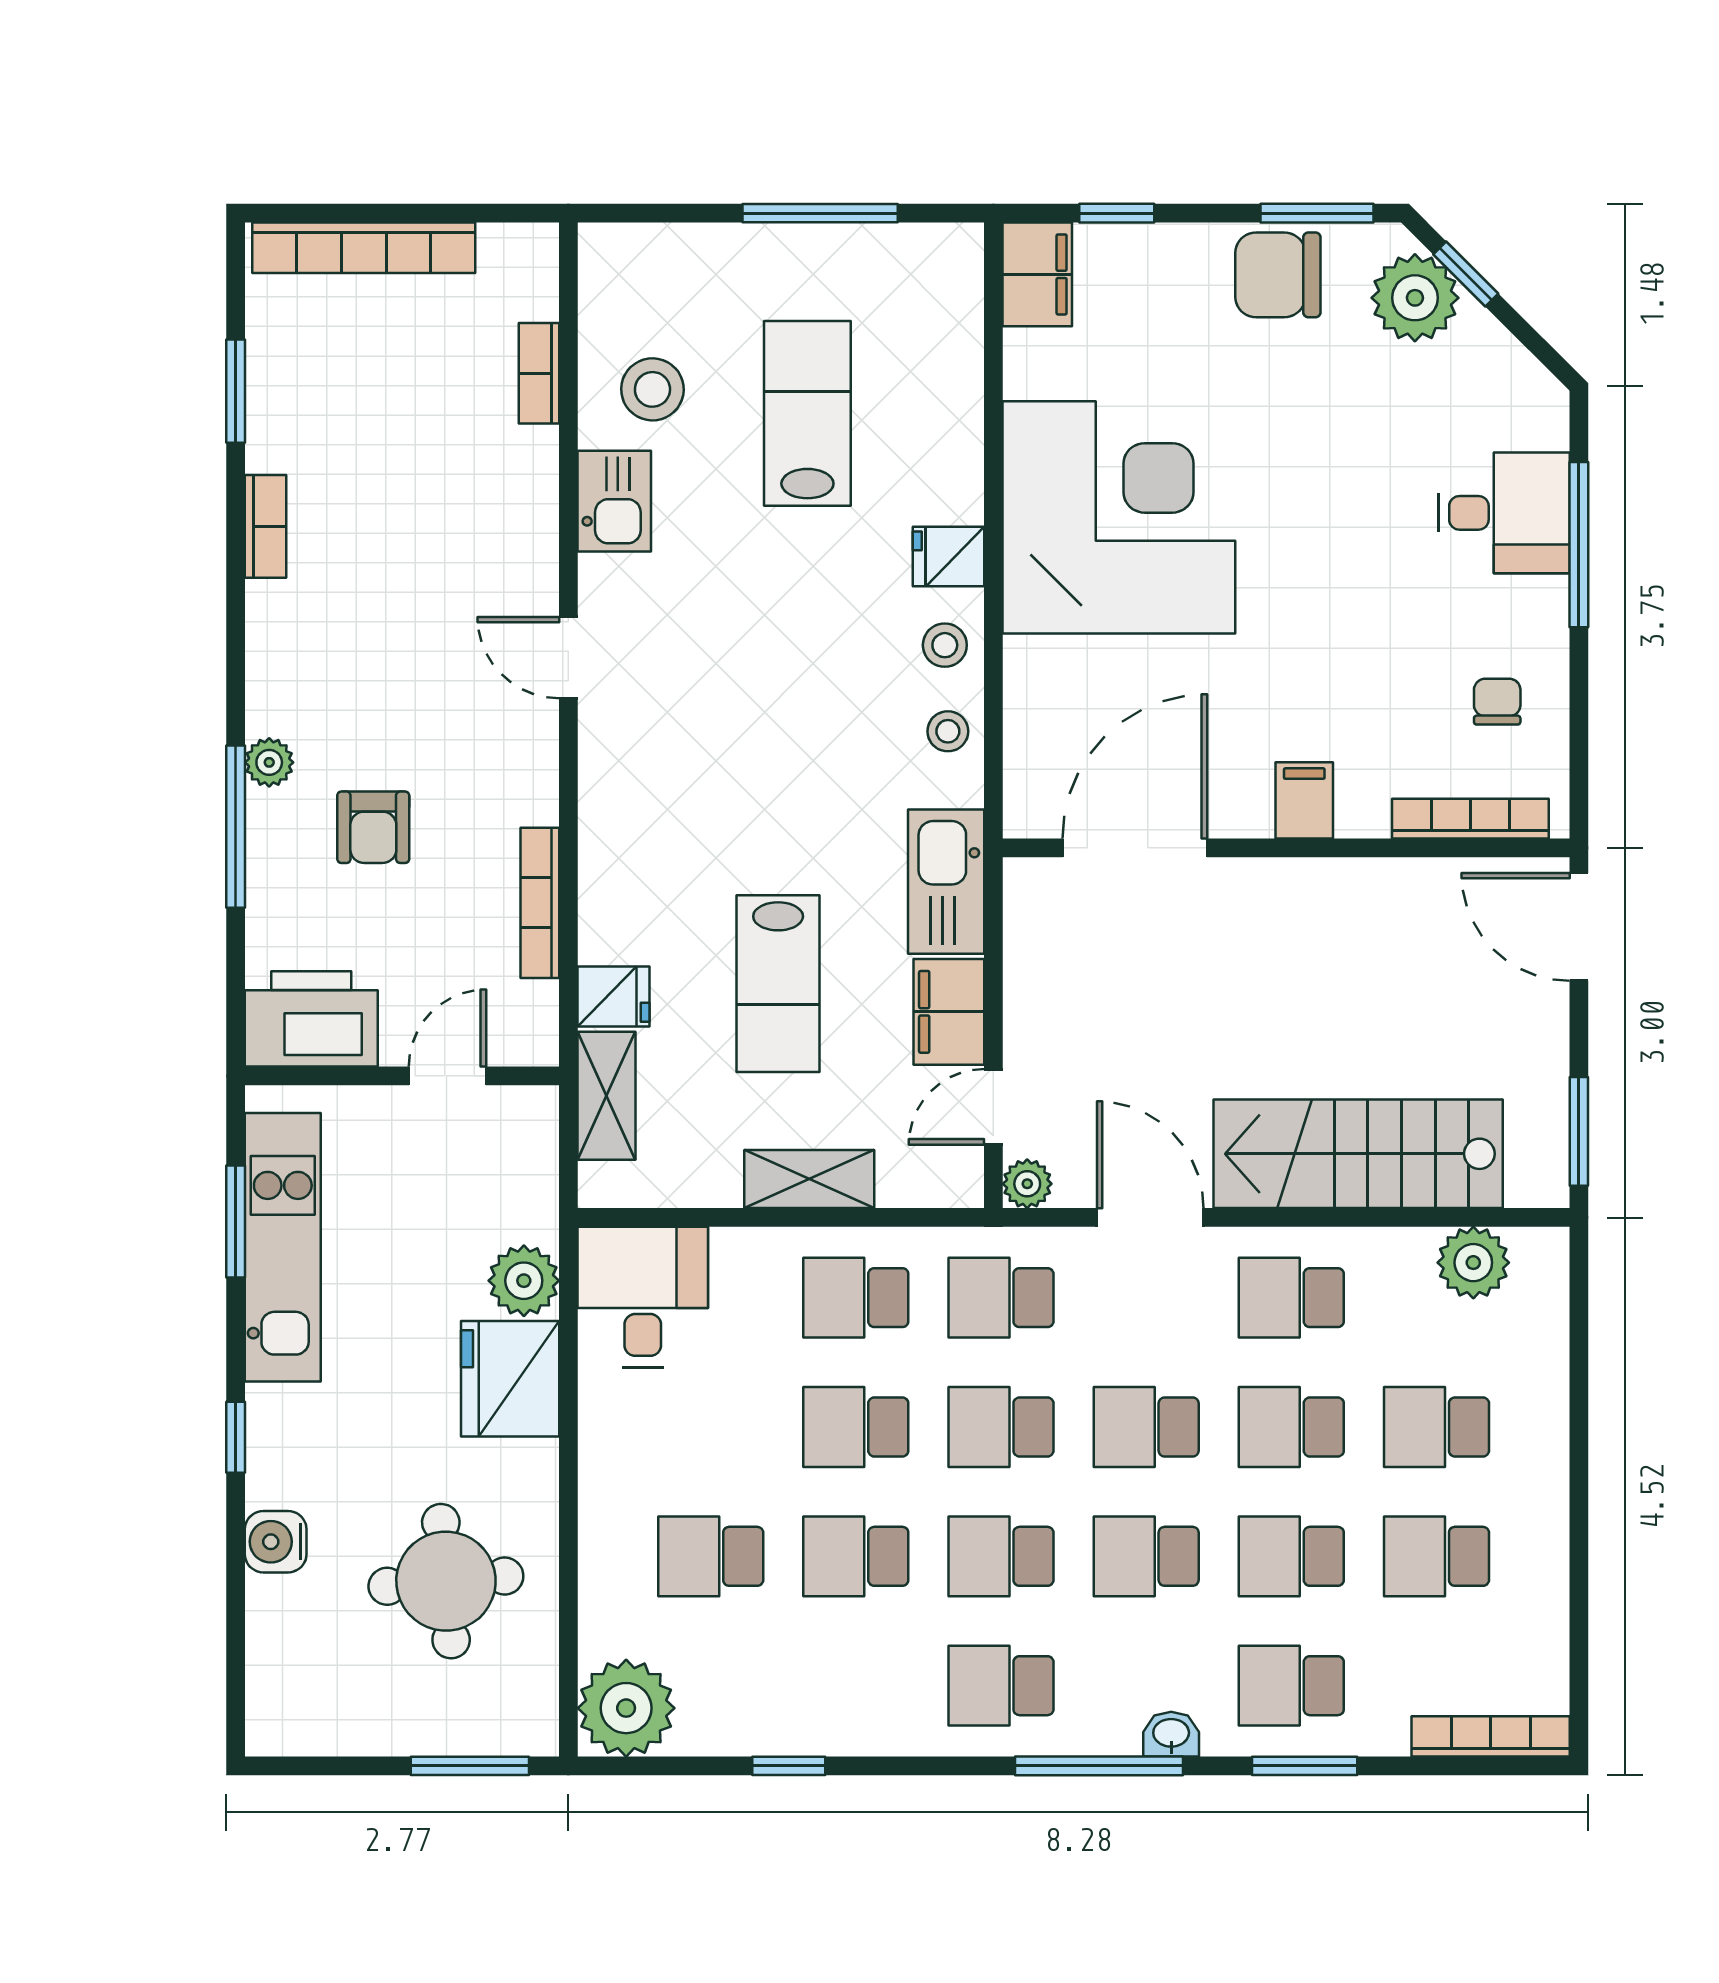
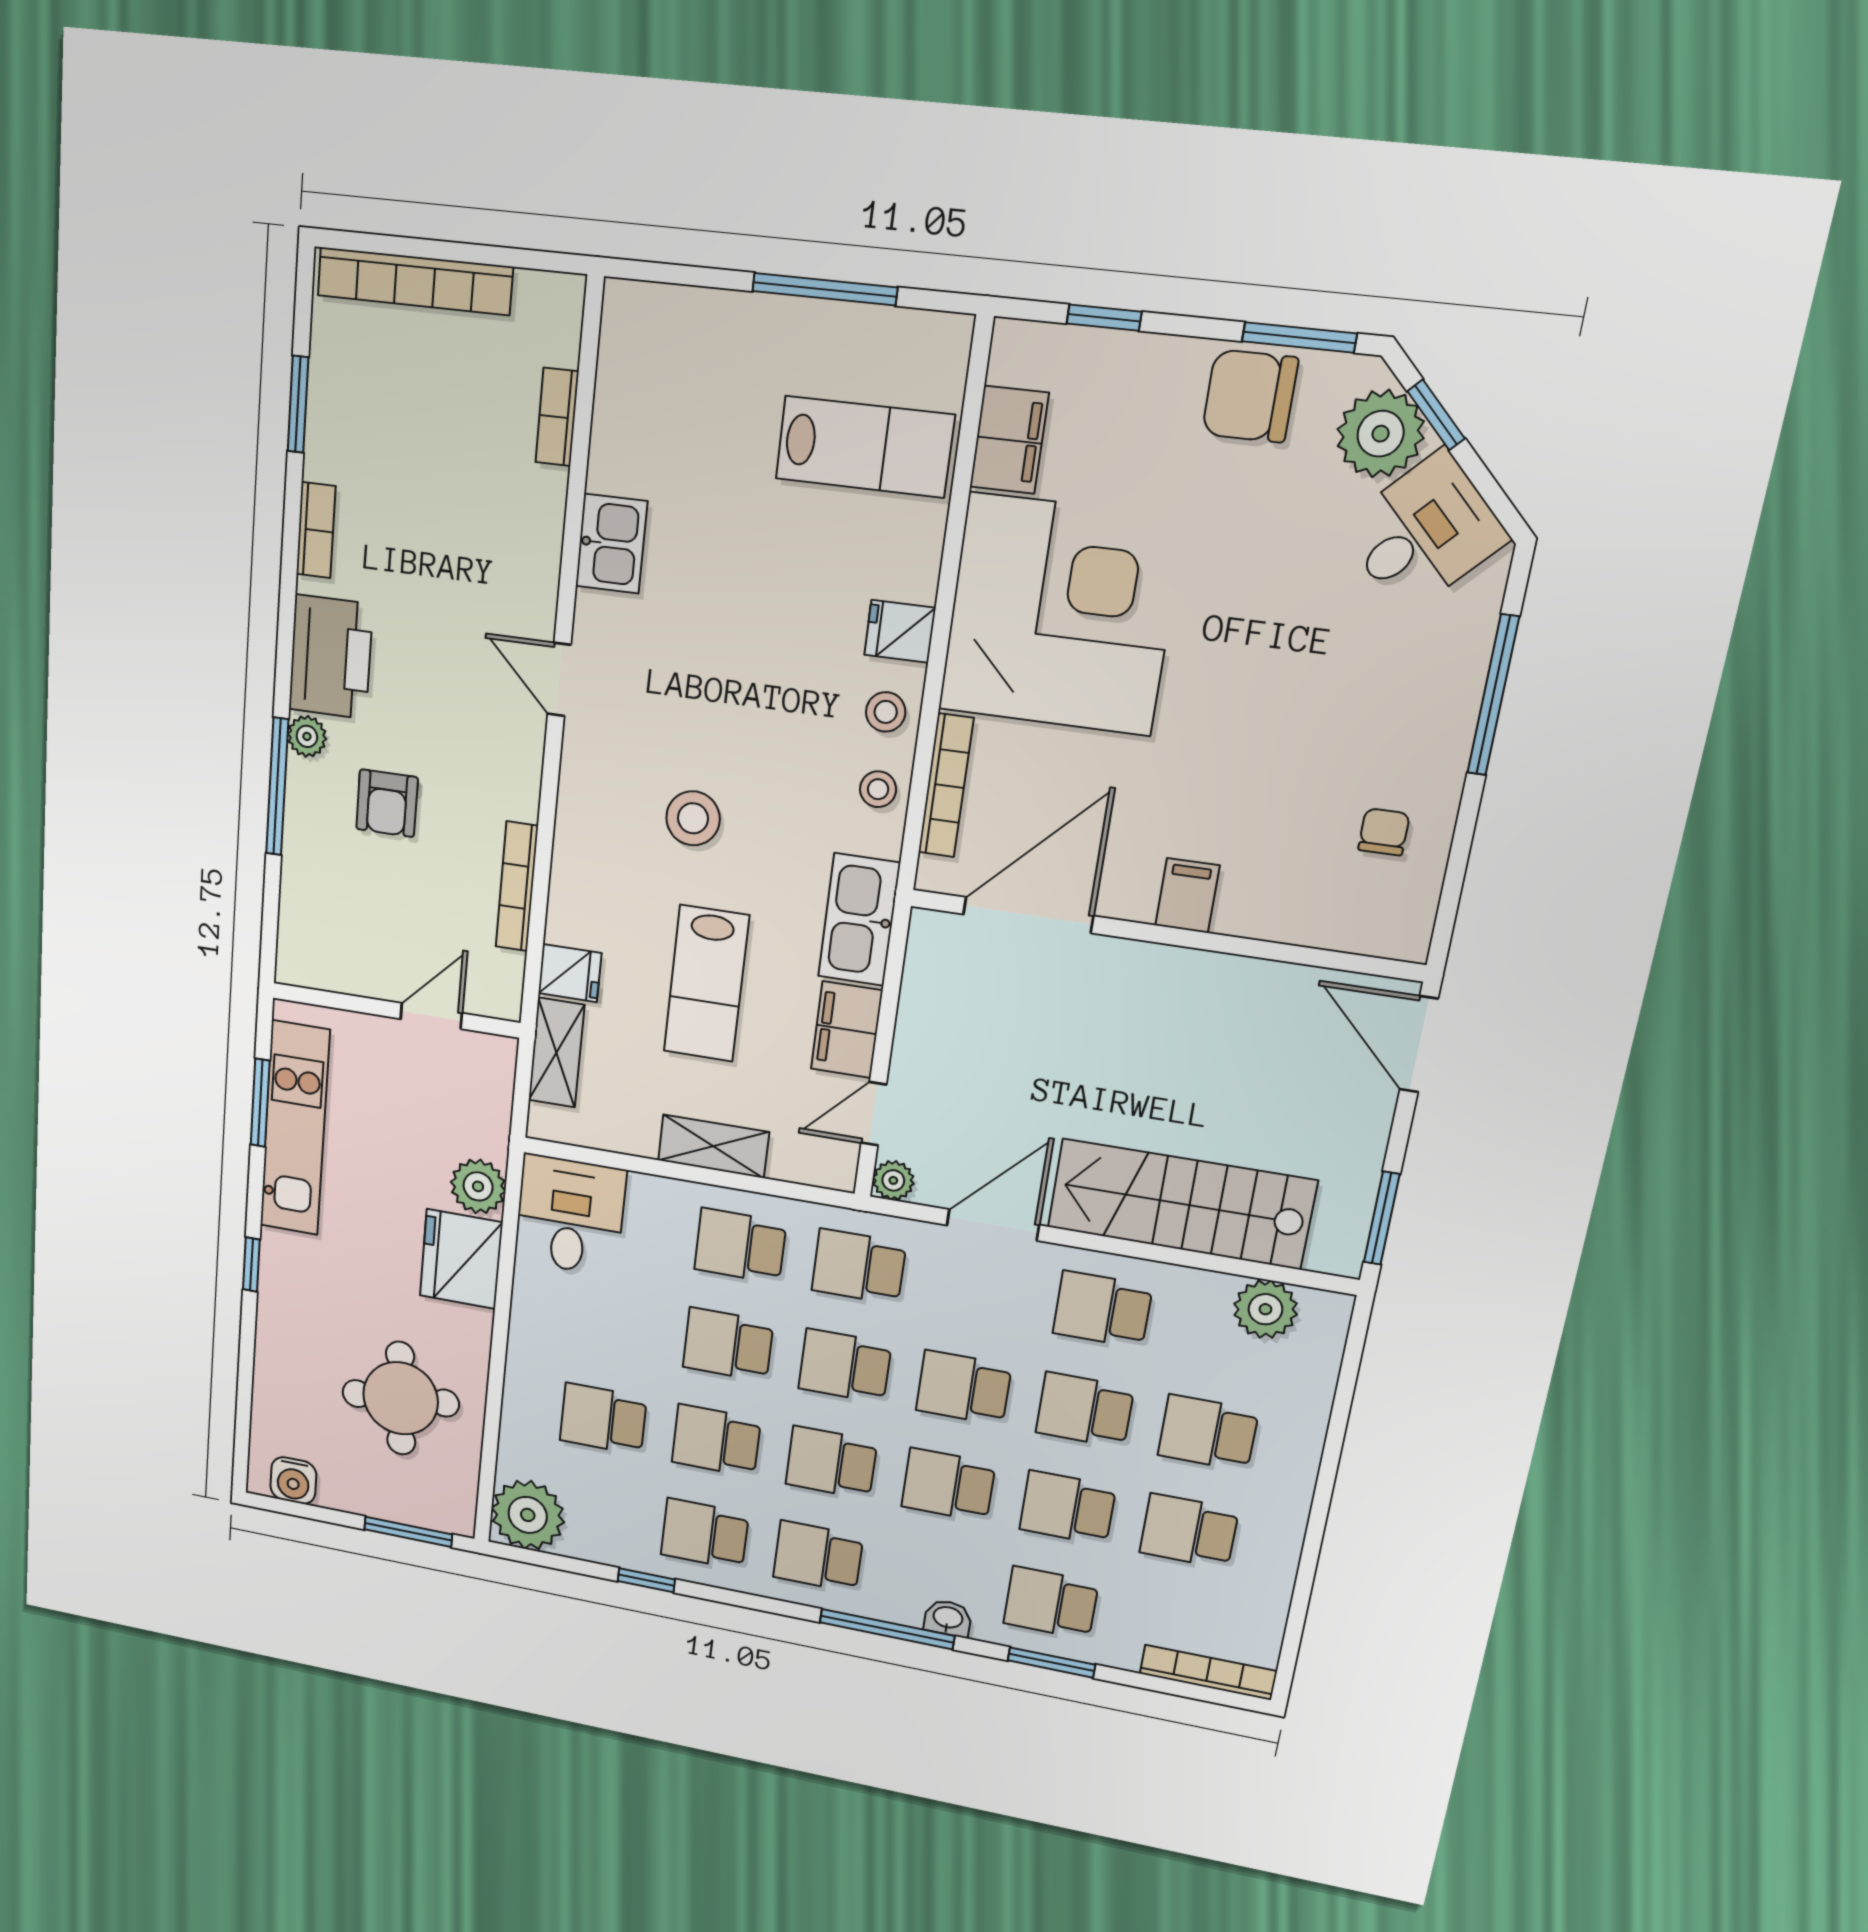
filing cabinet: (1037, 274) -> (1009, 440), moved
stool: (652, 389) -> (693, 818), moved
lab bench: (807, 413) -> (865, 447), moved, turned 90
desk: (1504, 513) -> (1424, 533), moved, turned -45
bookcase: (1470, 819) -> (946, 785), moved, turned 90
printer: (311, 1019) -> (331, 657), moved, turned 90
door: (1150, 1217) -> (993, 1225), hinge flipped
water cooler: (276, 1542) -> (293, 1481), moved, turned -90
school desk: (856, 1686) -> (705, 1534), added

